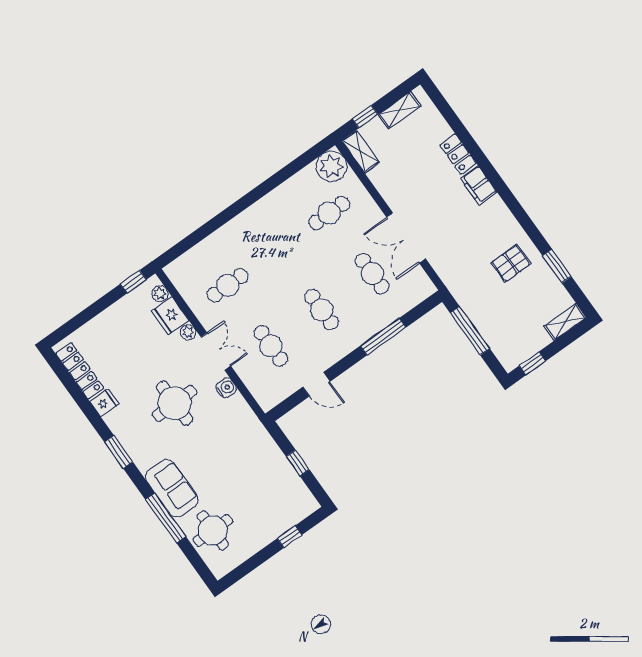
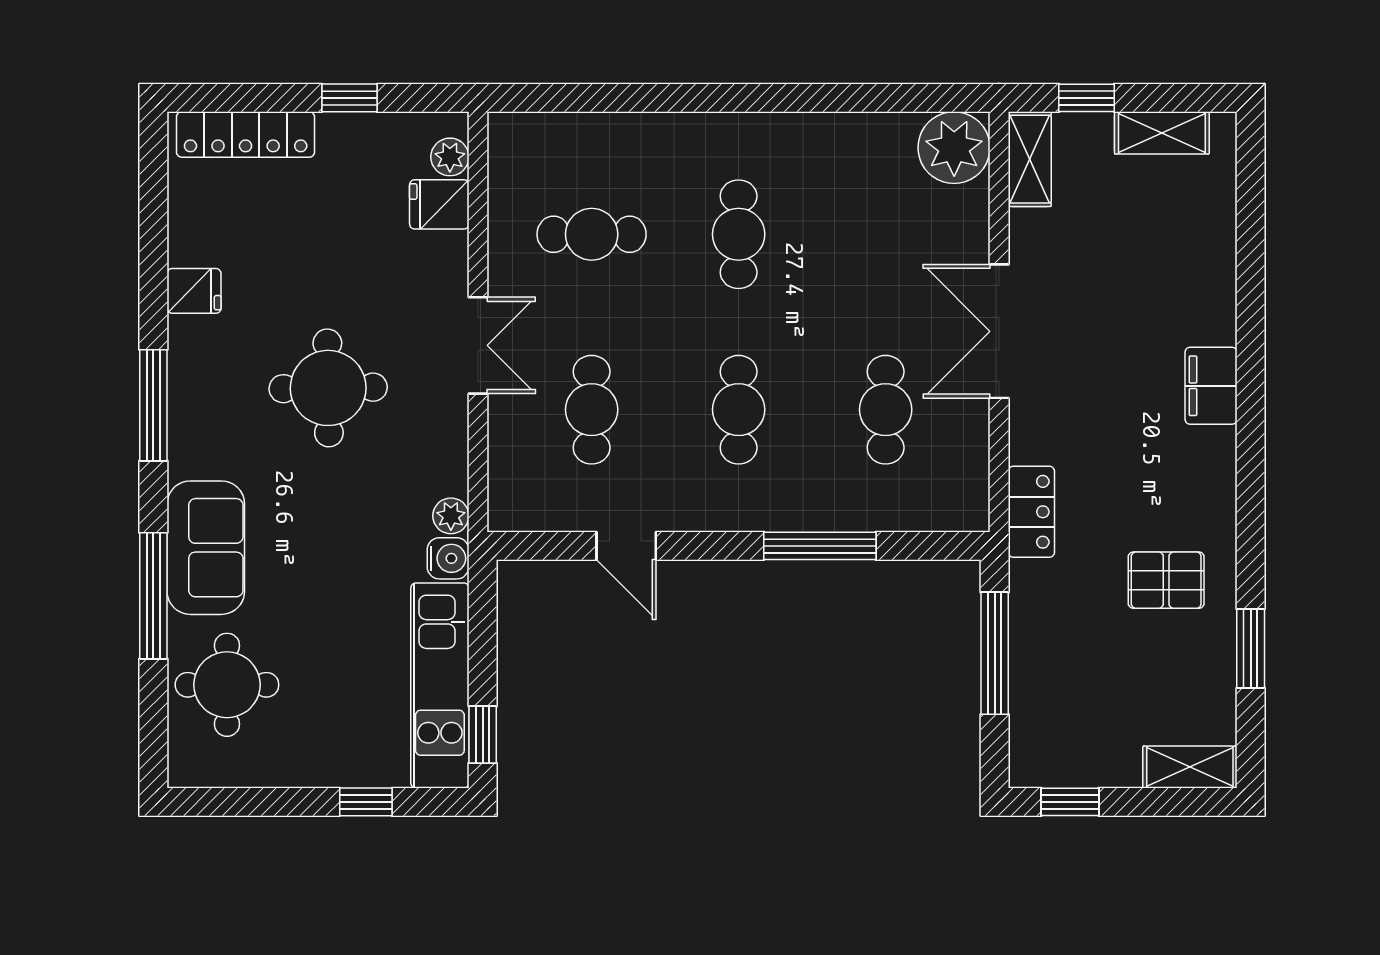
locker: (458, 154) -> (1031, 512), moved, turned 180
cafe table: (329, 213) -> (739, 234), moved, turned 90
double door: (406, 238) -> (999, 331), moved
window: (133, 282) -> (349, 98), moved
fridge: (170, 316) -> (439, 204), width x0.72
plant: (188, 332) -> (451, 516), moved
locker: (80, 371) -> (246, 134), moved, turned 90
water cooler: (226, 388) -> (448, 558), moved
window: (119, 452) -> (153, 405), width x1.44
window: (298, 463) -> (483, 735), moved
kitchen unit: (286, 478) -> (440, 686), added

